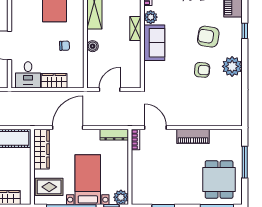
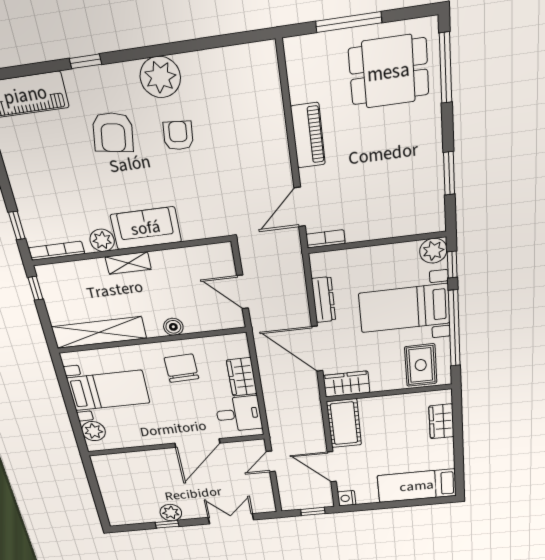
chair: (65, 46) -> (181, 368), width x1.87, depth x1.87
dresser: (114, 135) -> (324, 300), moved
wardrobe: (42, 149) -> (346, 384), width x0.67

